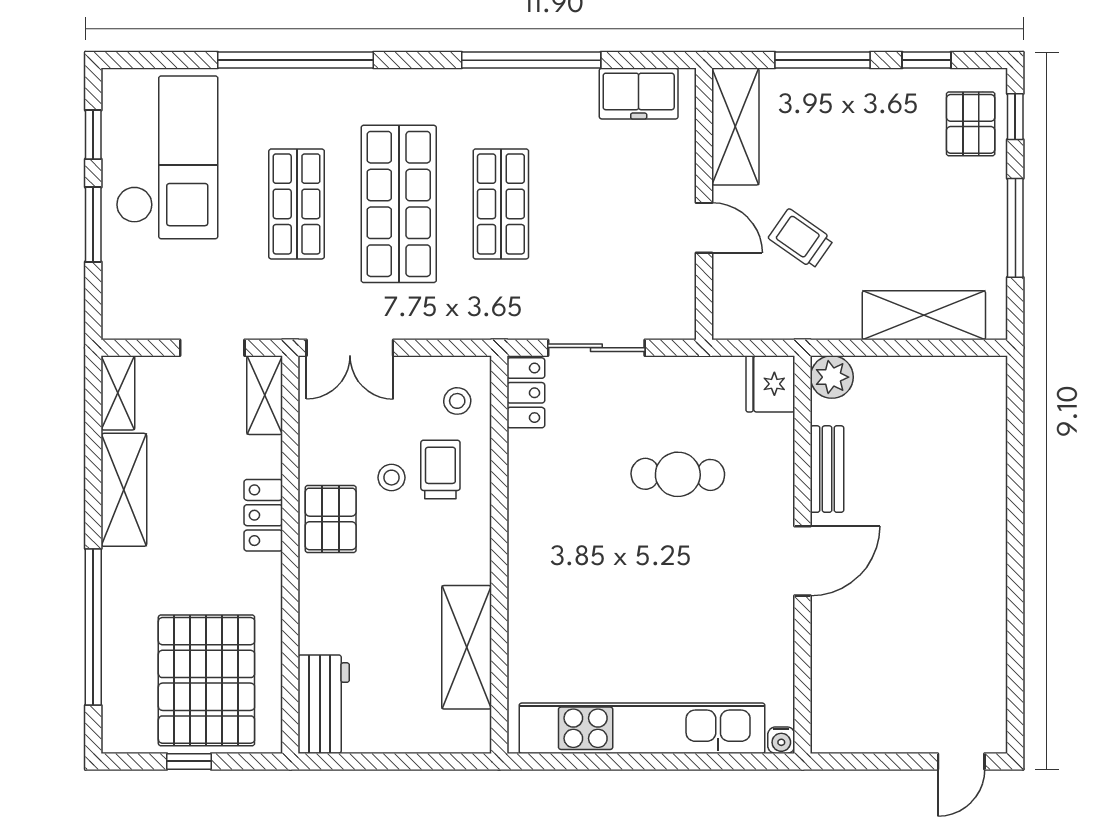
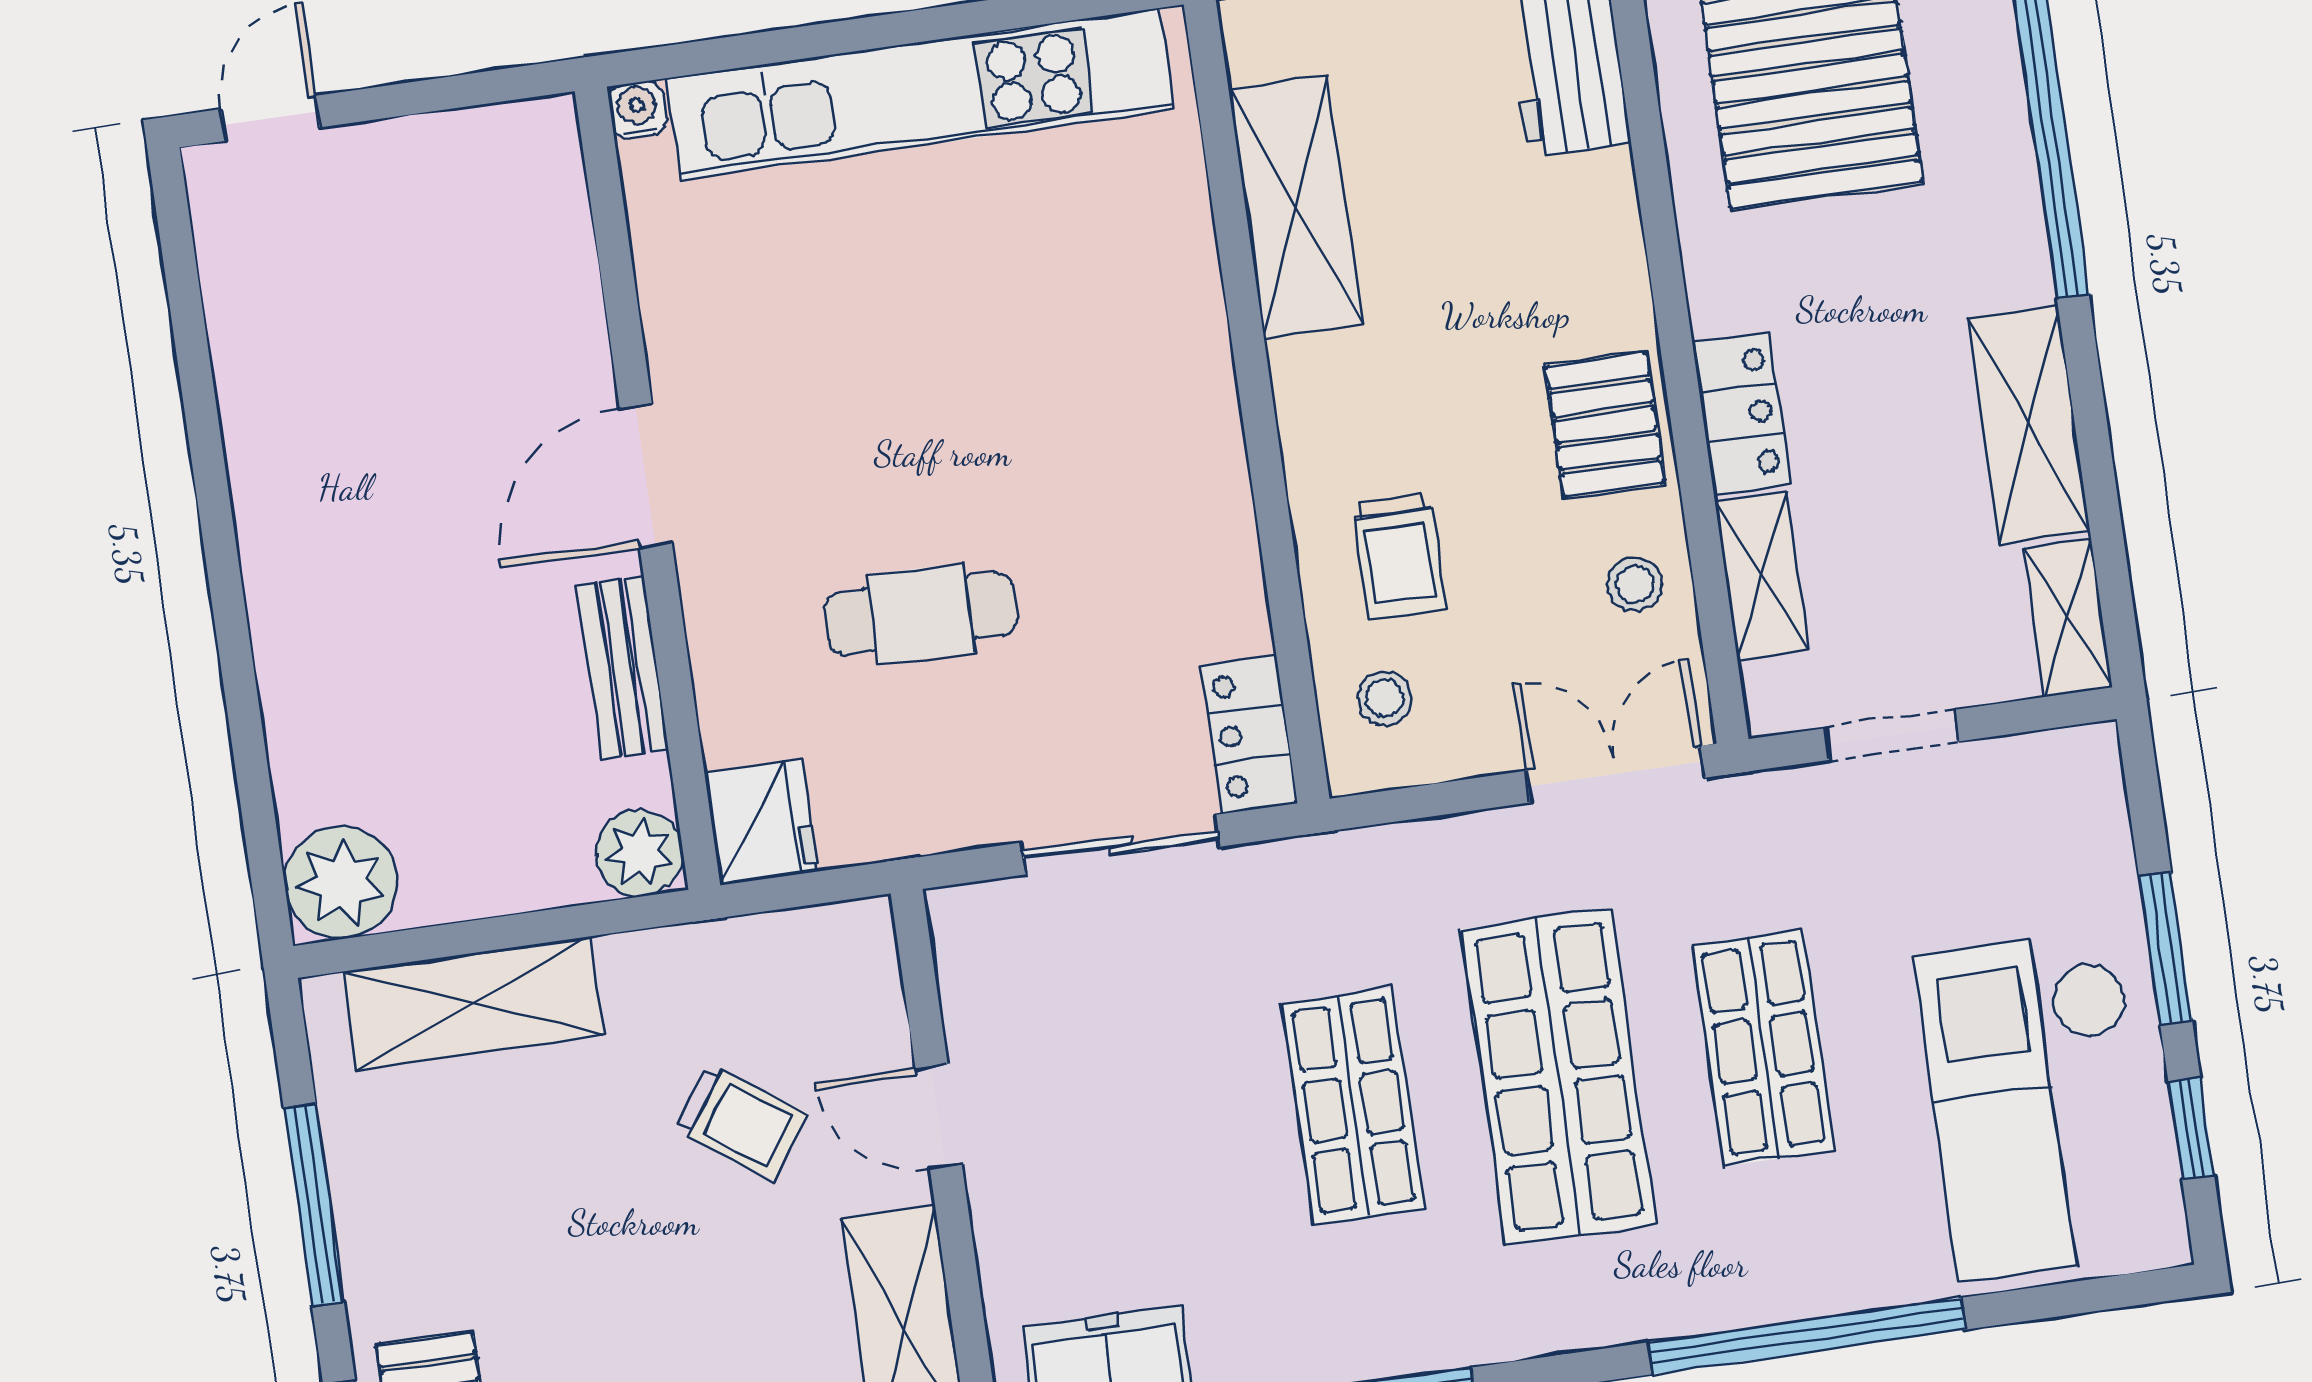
plant: (980, 383) -> (341, 883), added
shelving: (265, 395) -> (1762, 576), moved
stool: (392, 478) -> (1635, 584), moved

